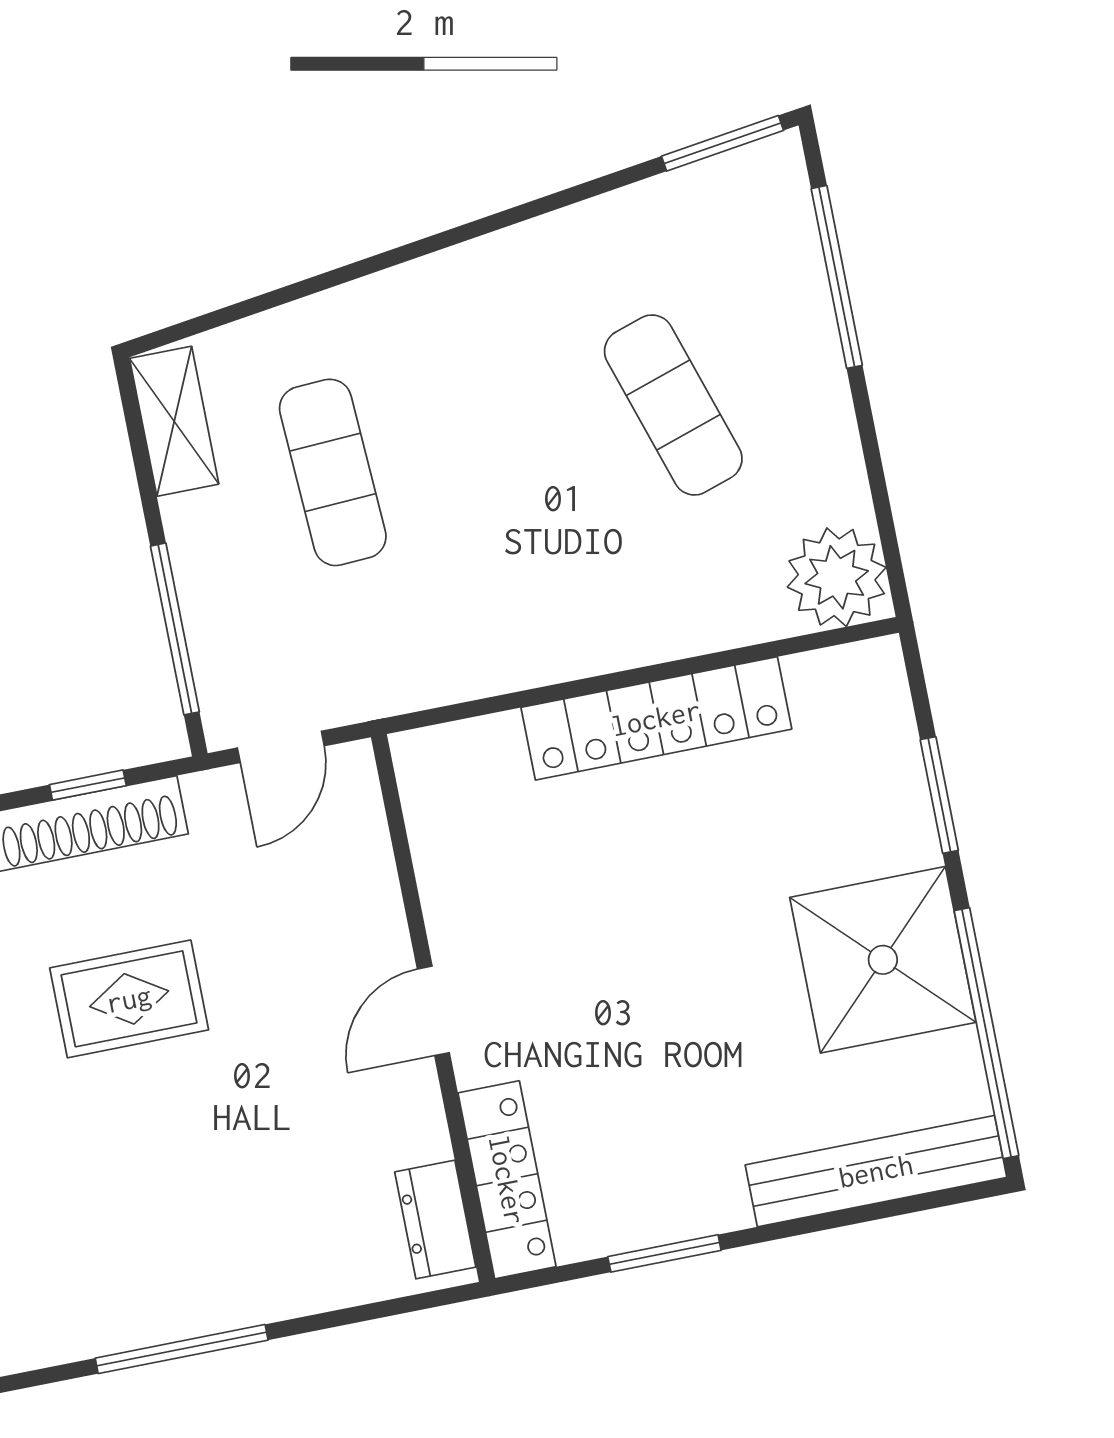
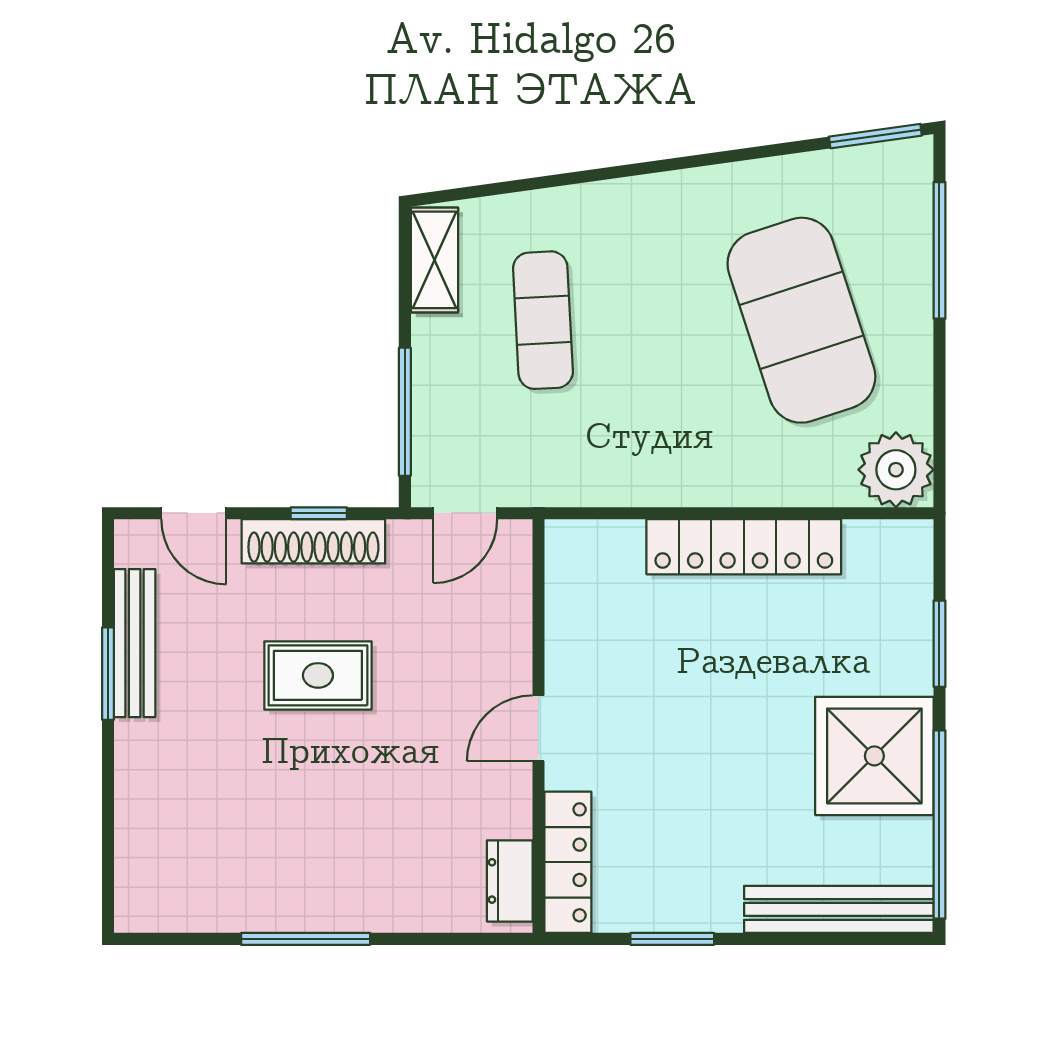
exercise mat: (673, 405) -> (801, 320), width x2.00, depth x1.45

